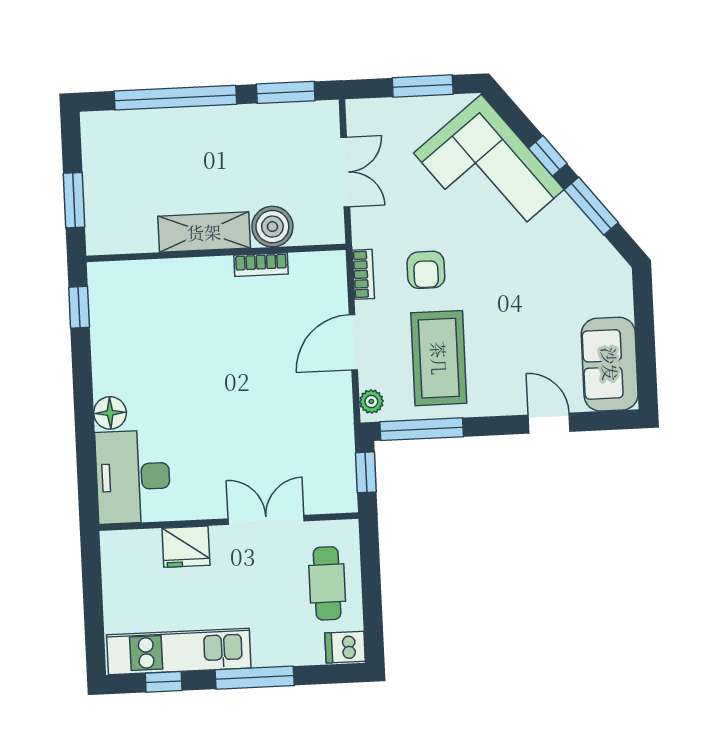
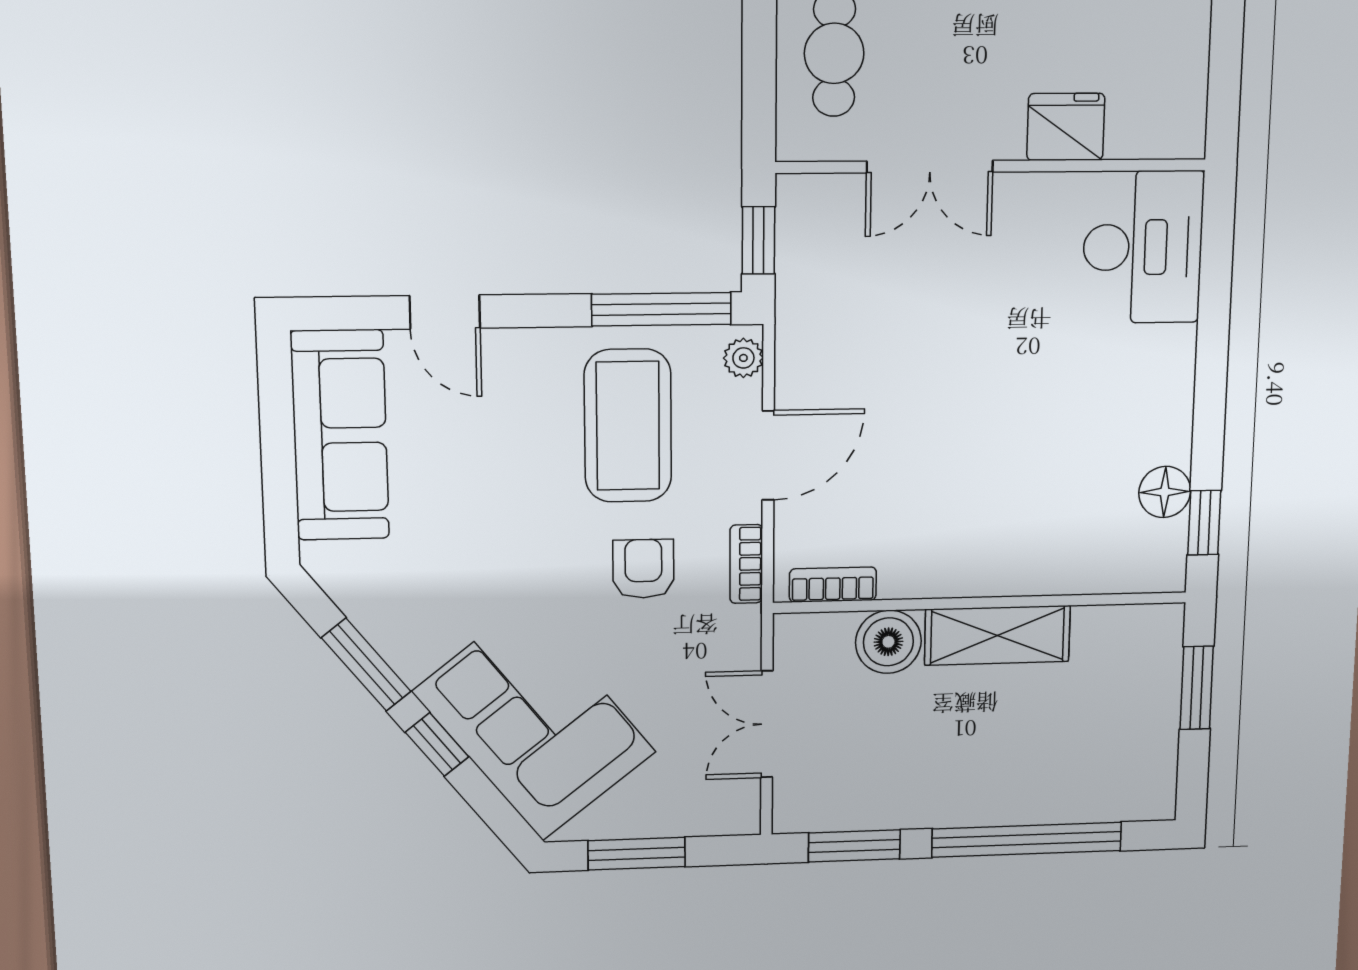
bookcase: (261, 265) -> (833, 585), moved
sofa: (610, 364) -> (340, 435), width x1.36
floor lamp: (110, 413) -> (1165, 492), moved

